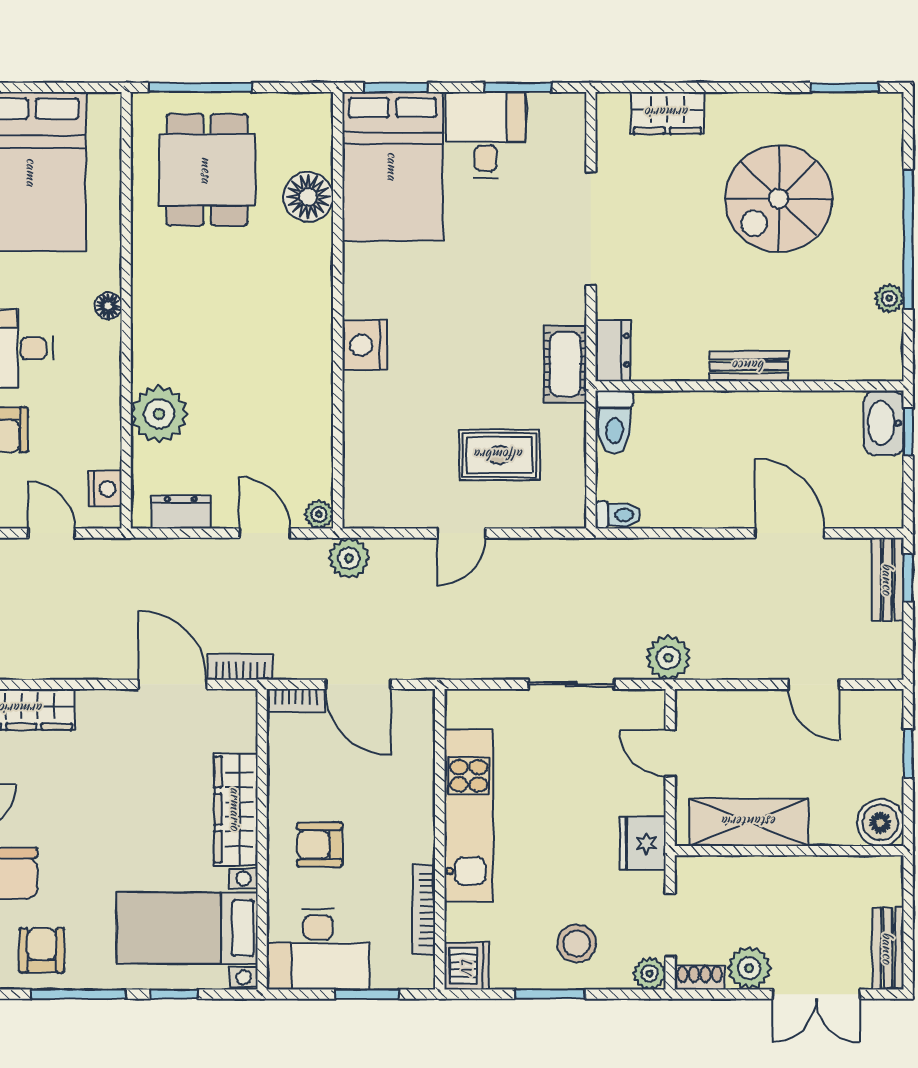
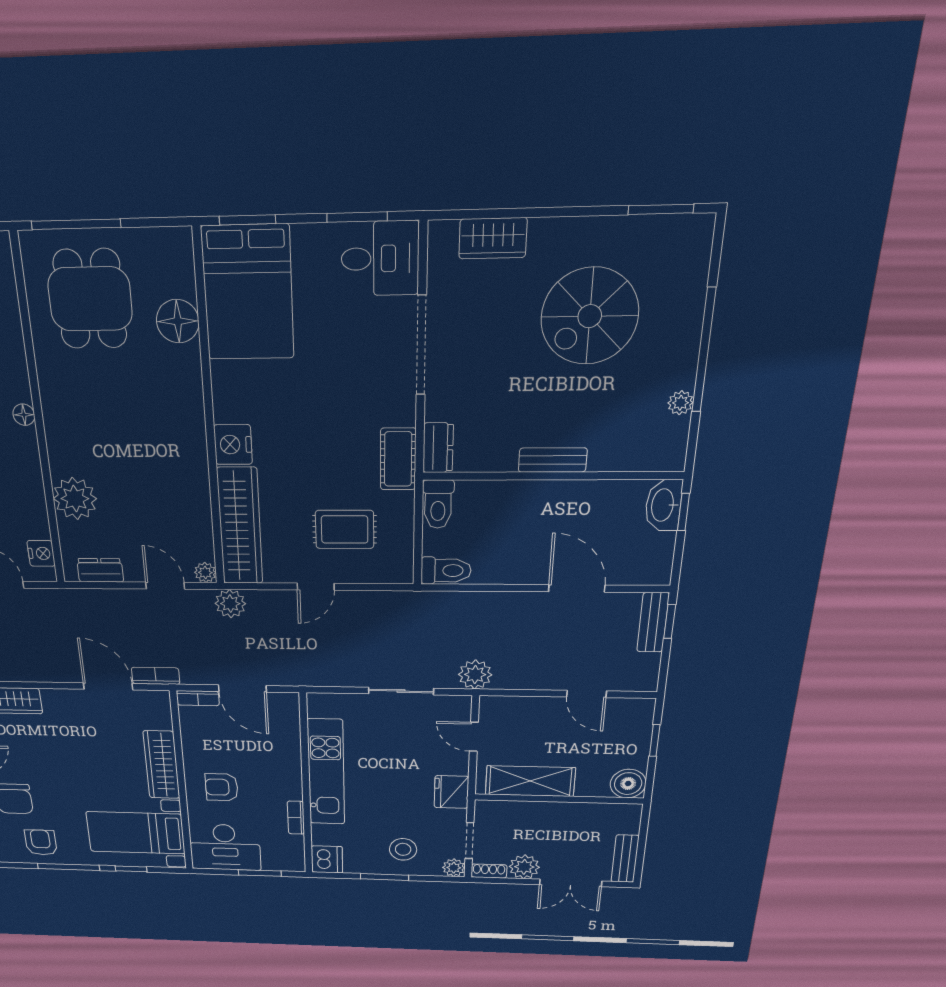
desk: (486, 135) -> (380, 259), moved, turned 90
wardrobe: (367, 451) -> (240, 526), added
toilet: (618, 515) -> (446, 571), width x1.37, depth x1.39
bookcase: (424, 909) -> (296, 818), width x0.64

